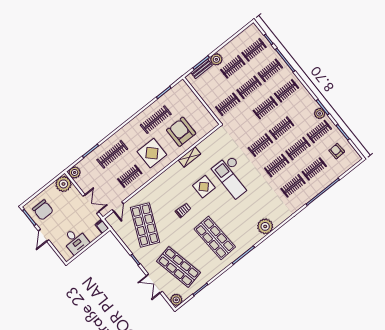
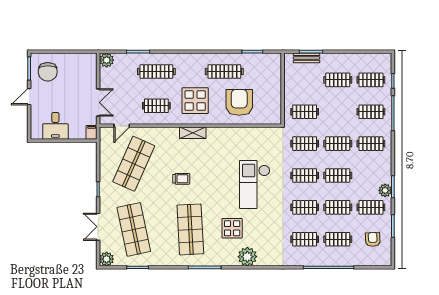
plant: (216, 59) -> (328, 60), removed
clothes rail: (249, 87) -> (305, 144), moved
shelving: (189, 157) -> (193, 133), moved
plant: (63, 184) -> (87, 63), removed
display table: (204, 187) -> (232, 228), moved

